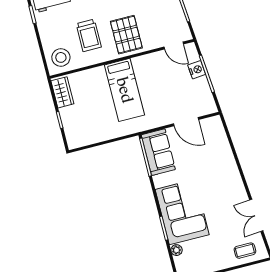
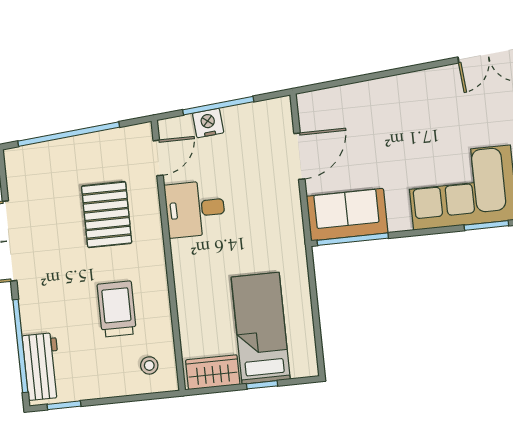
trolley: (89, 35) -> (117, 309), turned -90
pallet: (126, 35) -> (107, 215), moved, turned 90
stool: (61, 57) -> (149, 365), width x0.53, depth x0.53
desk: (149, 70) -> (195, 209), added
bed: (124, 90) -> (261, 328), moved, turned -90

